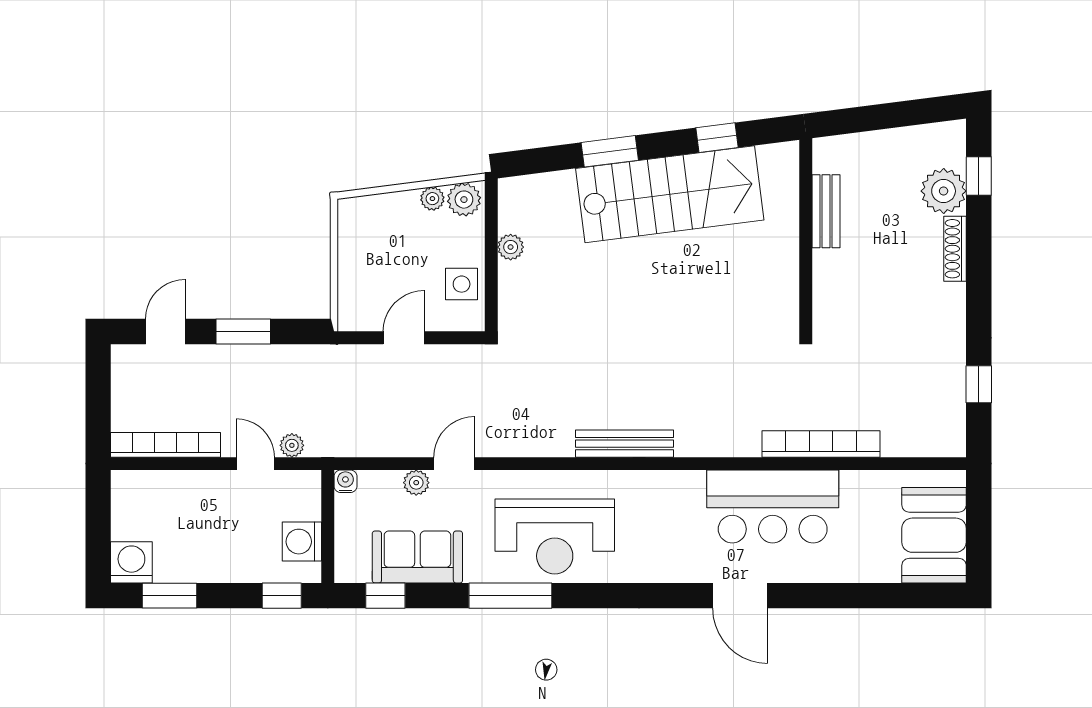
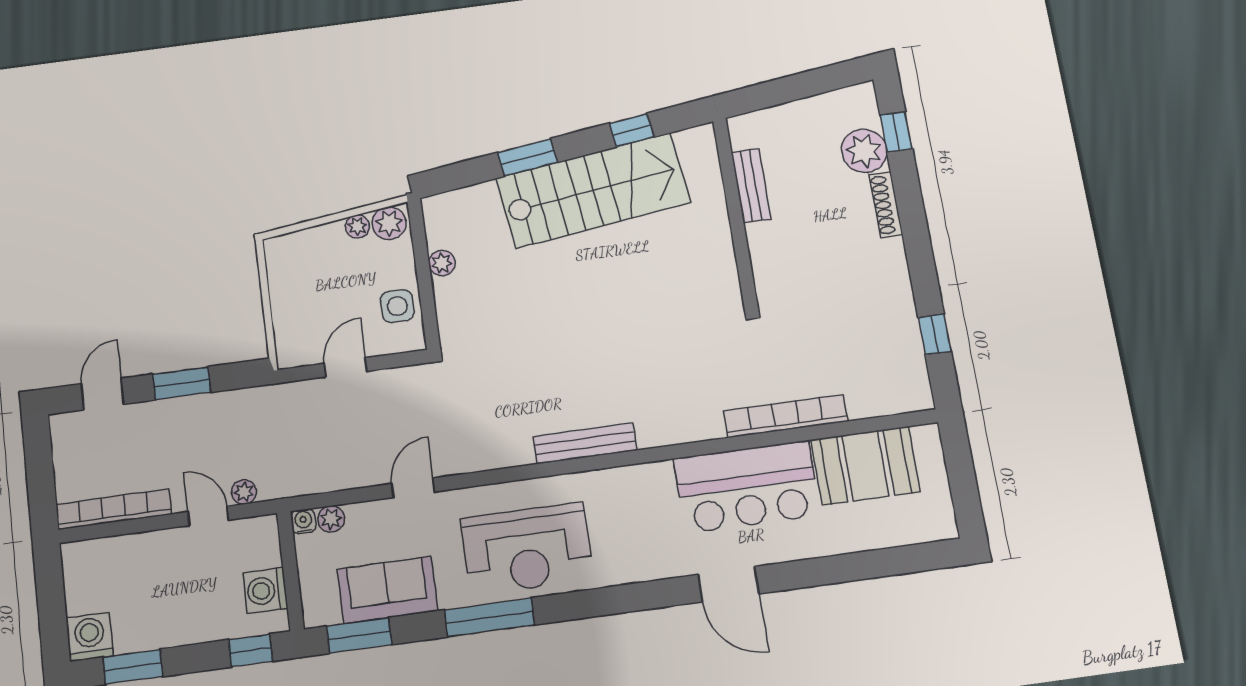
plant: (416, 483) -> (331, 519), moved
booth: (934, 535) -> (865, 466), moved, turned 90
window: (385, 596) -> (359, 635), width x1.50

